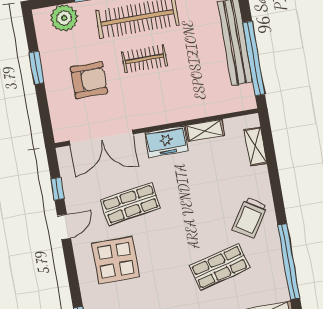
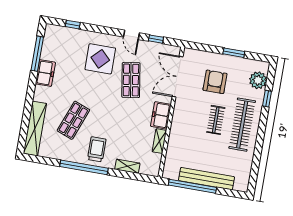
armchair: (89, 80) -> (215, 82), turned 180
shelving: (255, 146) -> (127, 166), moved
trolley: (250, 218) -> (97, 149), turned 57
window: (289, 262) -> (84, 167), moved
shop shelf: (219, 267) -> (73, 120), turned 36

